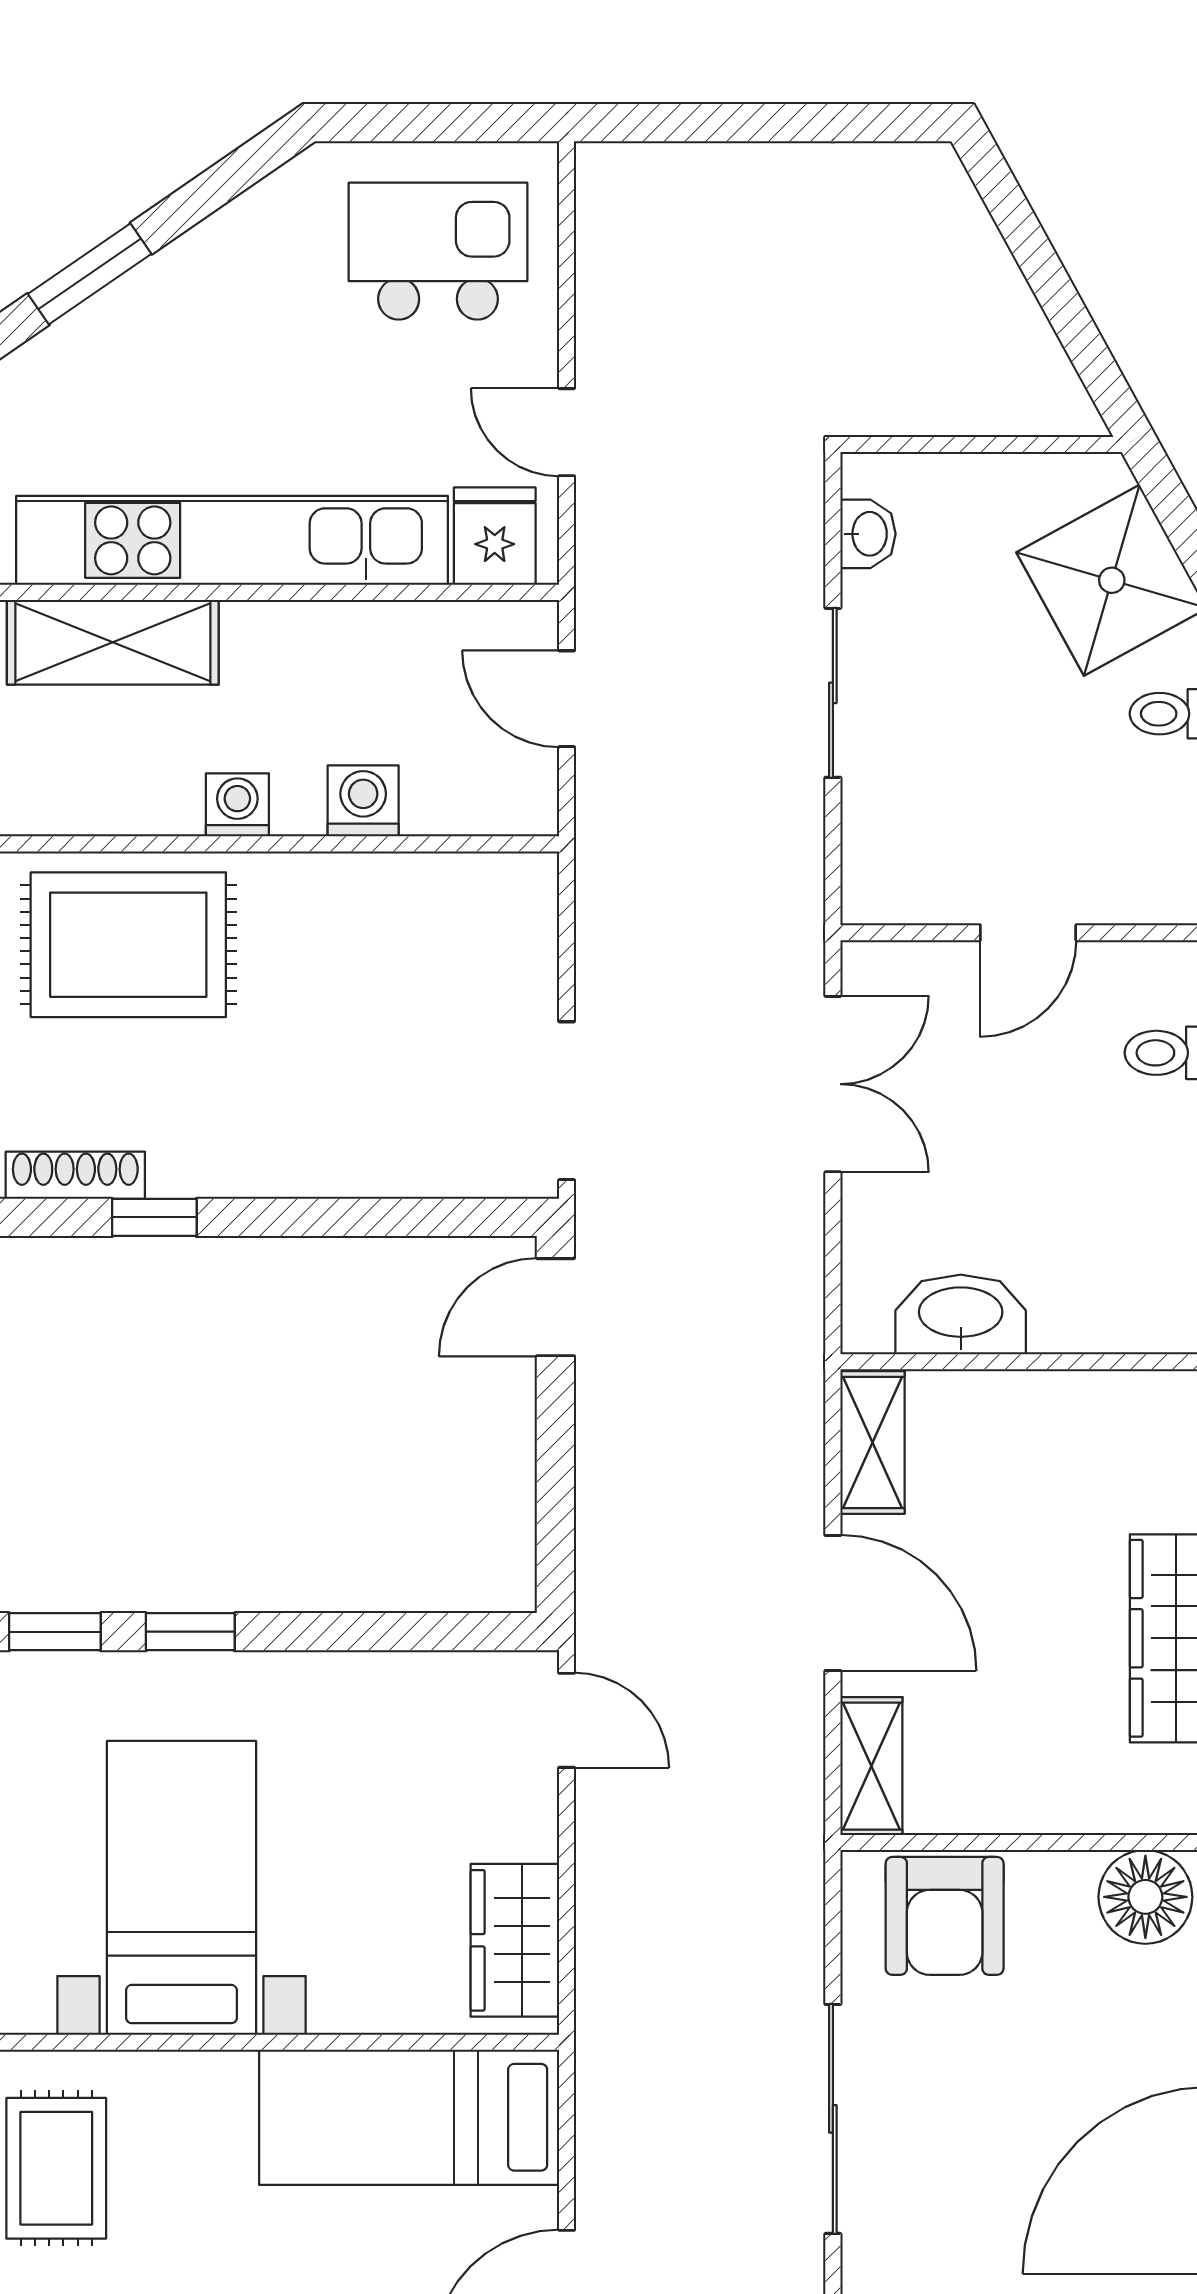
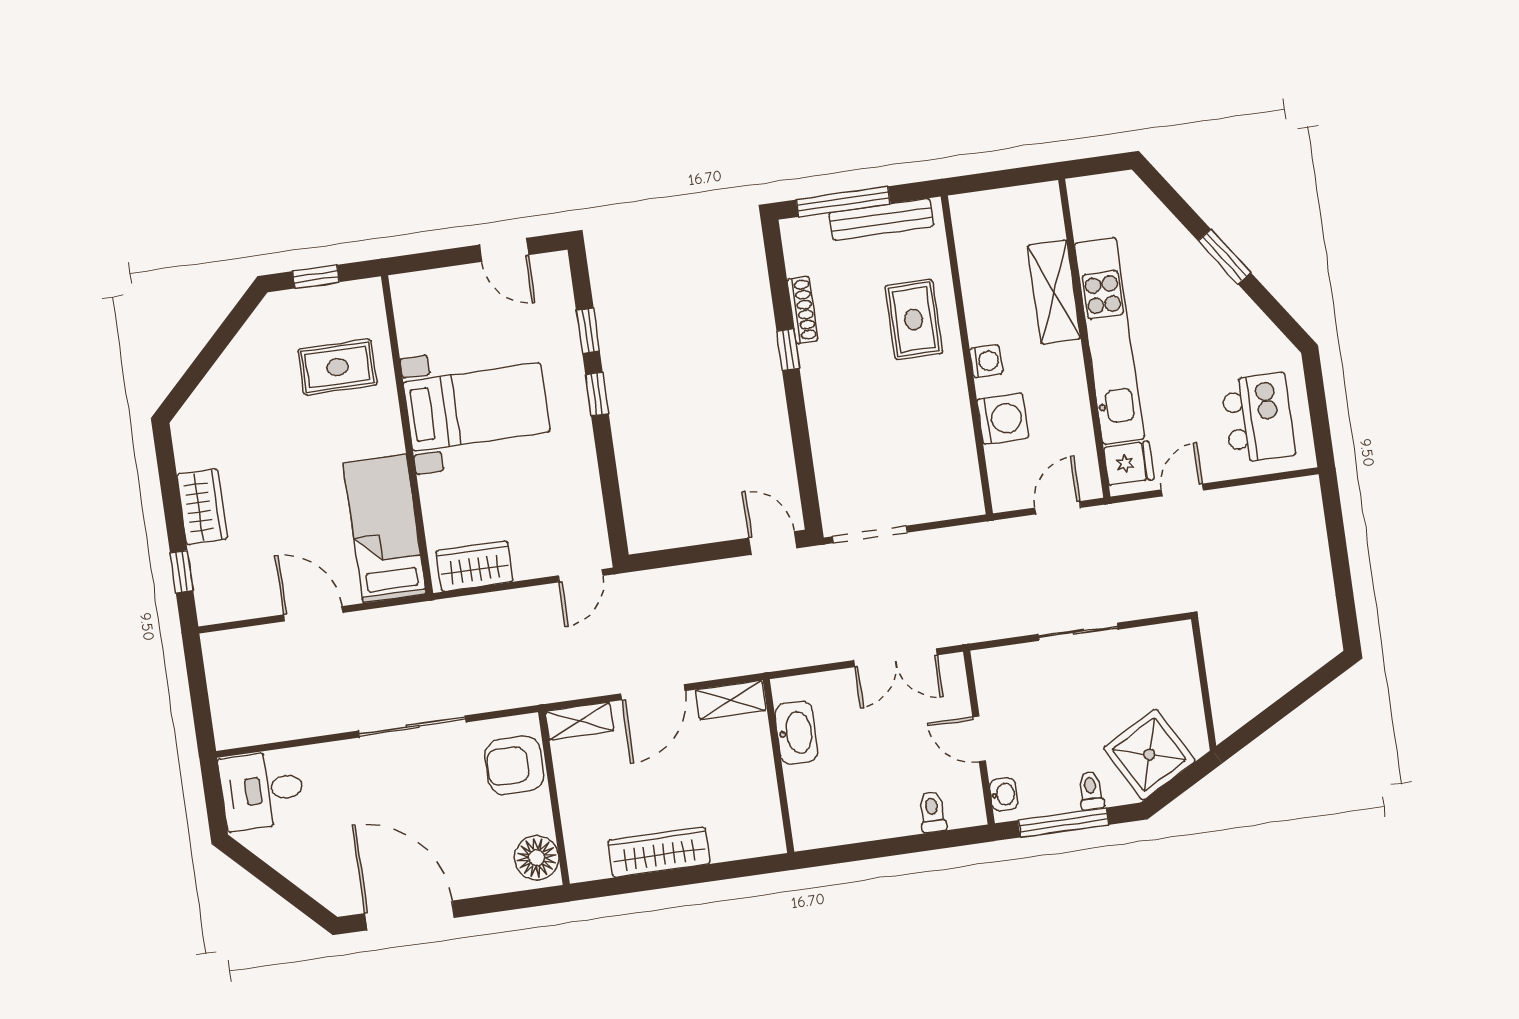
washbasin: (868, 534) -> (1004, 794), moved, turned -90
washing machine: (363, 801) -> (1003, 419), width x1.38, depth x1.38
rug: (128, 945) -> (914, 319), width x0.73, depth x0.70

